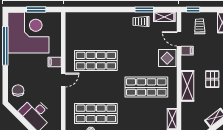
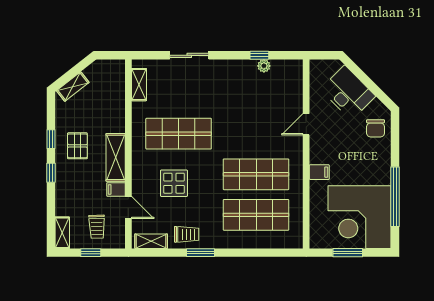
window: (144, 10) -> (200, 253), moved
window: (193, 10) -> (91, 253), moved
display table: (167, 58) -> (174, 183), moved
door: (63, 80) -> (306, 124), moved
shelving: (187, 86) -> (116, 157), moved
shop shelf: (96, 113) -> (256, 215), moved

